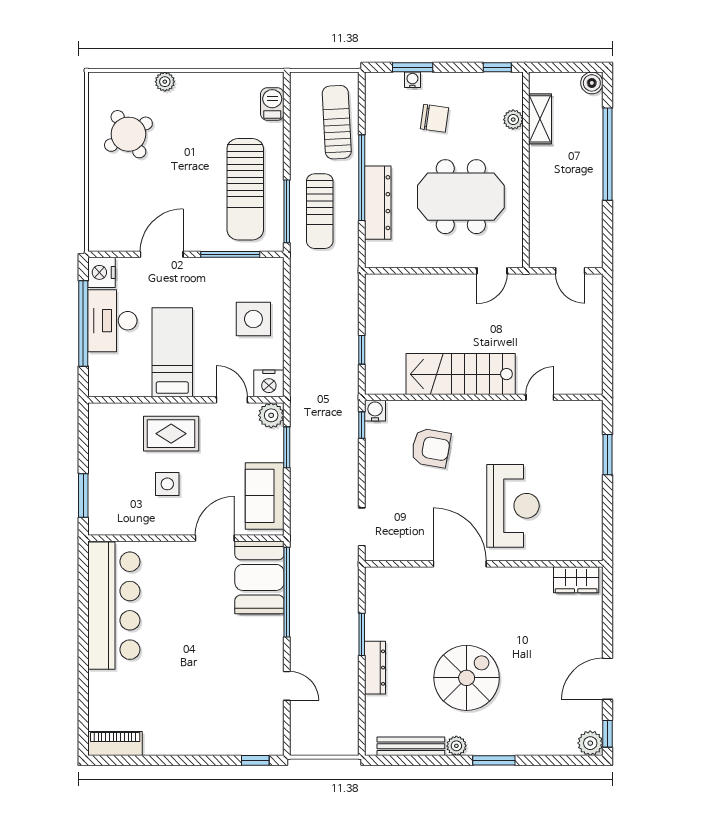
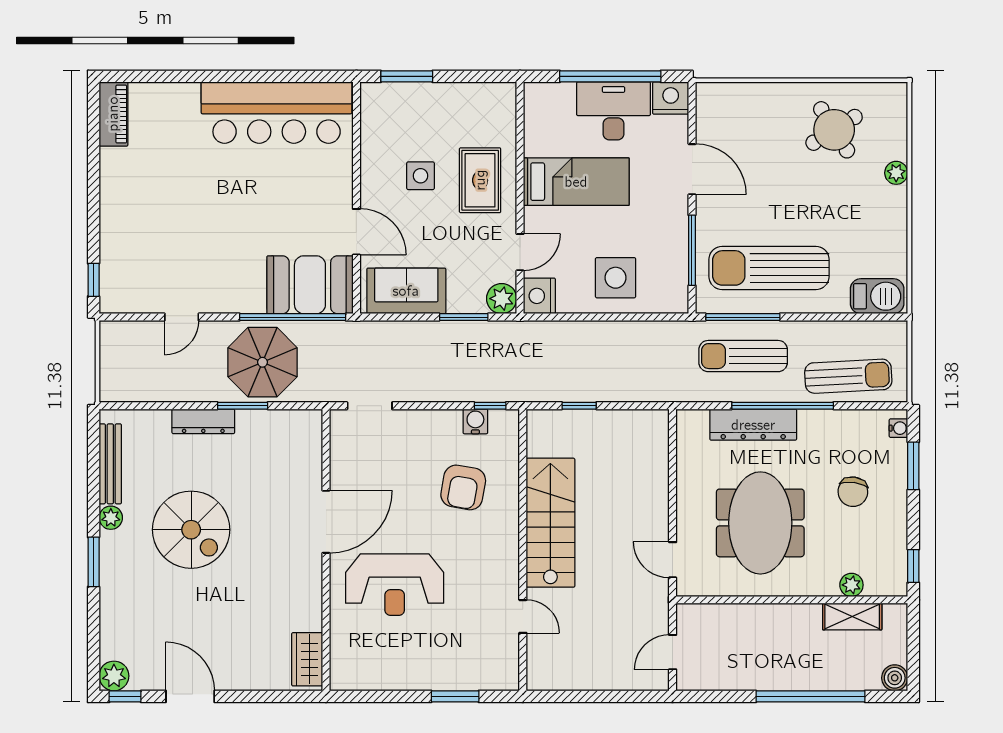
water cooler: (412, 80) -> (898, 428), moved
barbecue: (272, 104) -> (877, 296), width x1.38, depth x1.27
water cooler: (375, 411) -> (475, 421), moved, turned -90
parasol: (325, 618) -> (262, 362), added

